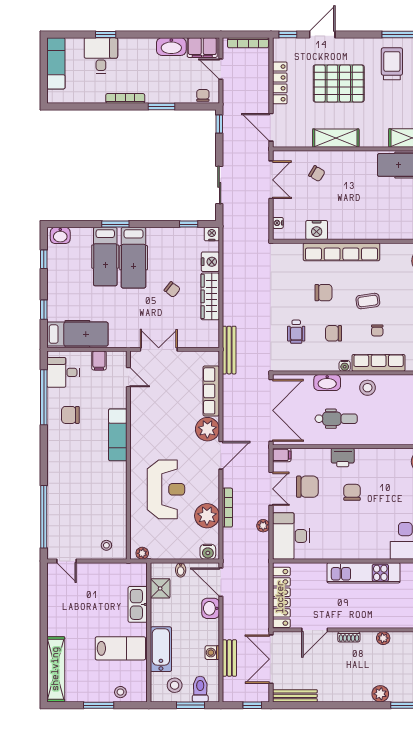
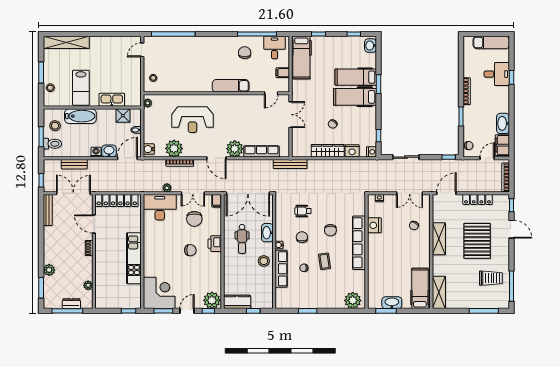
plant: (383, 638) -> (88, 285), moved
washing machine: (212, 653) -> (96, 152), moved

